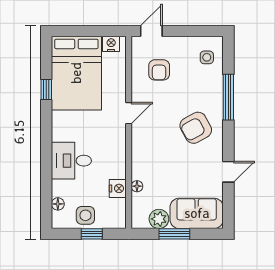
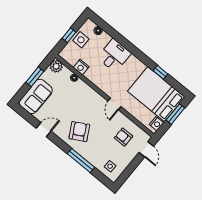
window: (81, 31) -> (175, 114), added
door: (228, 172) -> (44, 130), swing flipped
plant: (159, 219) -> (56, 66), moved

